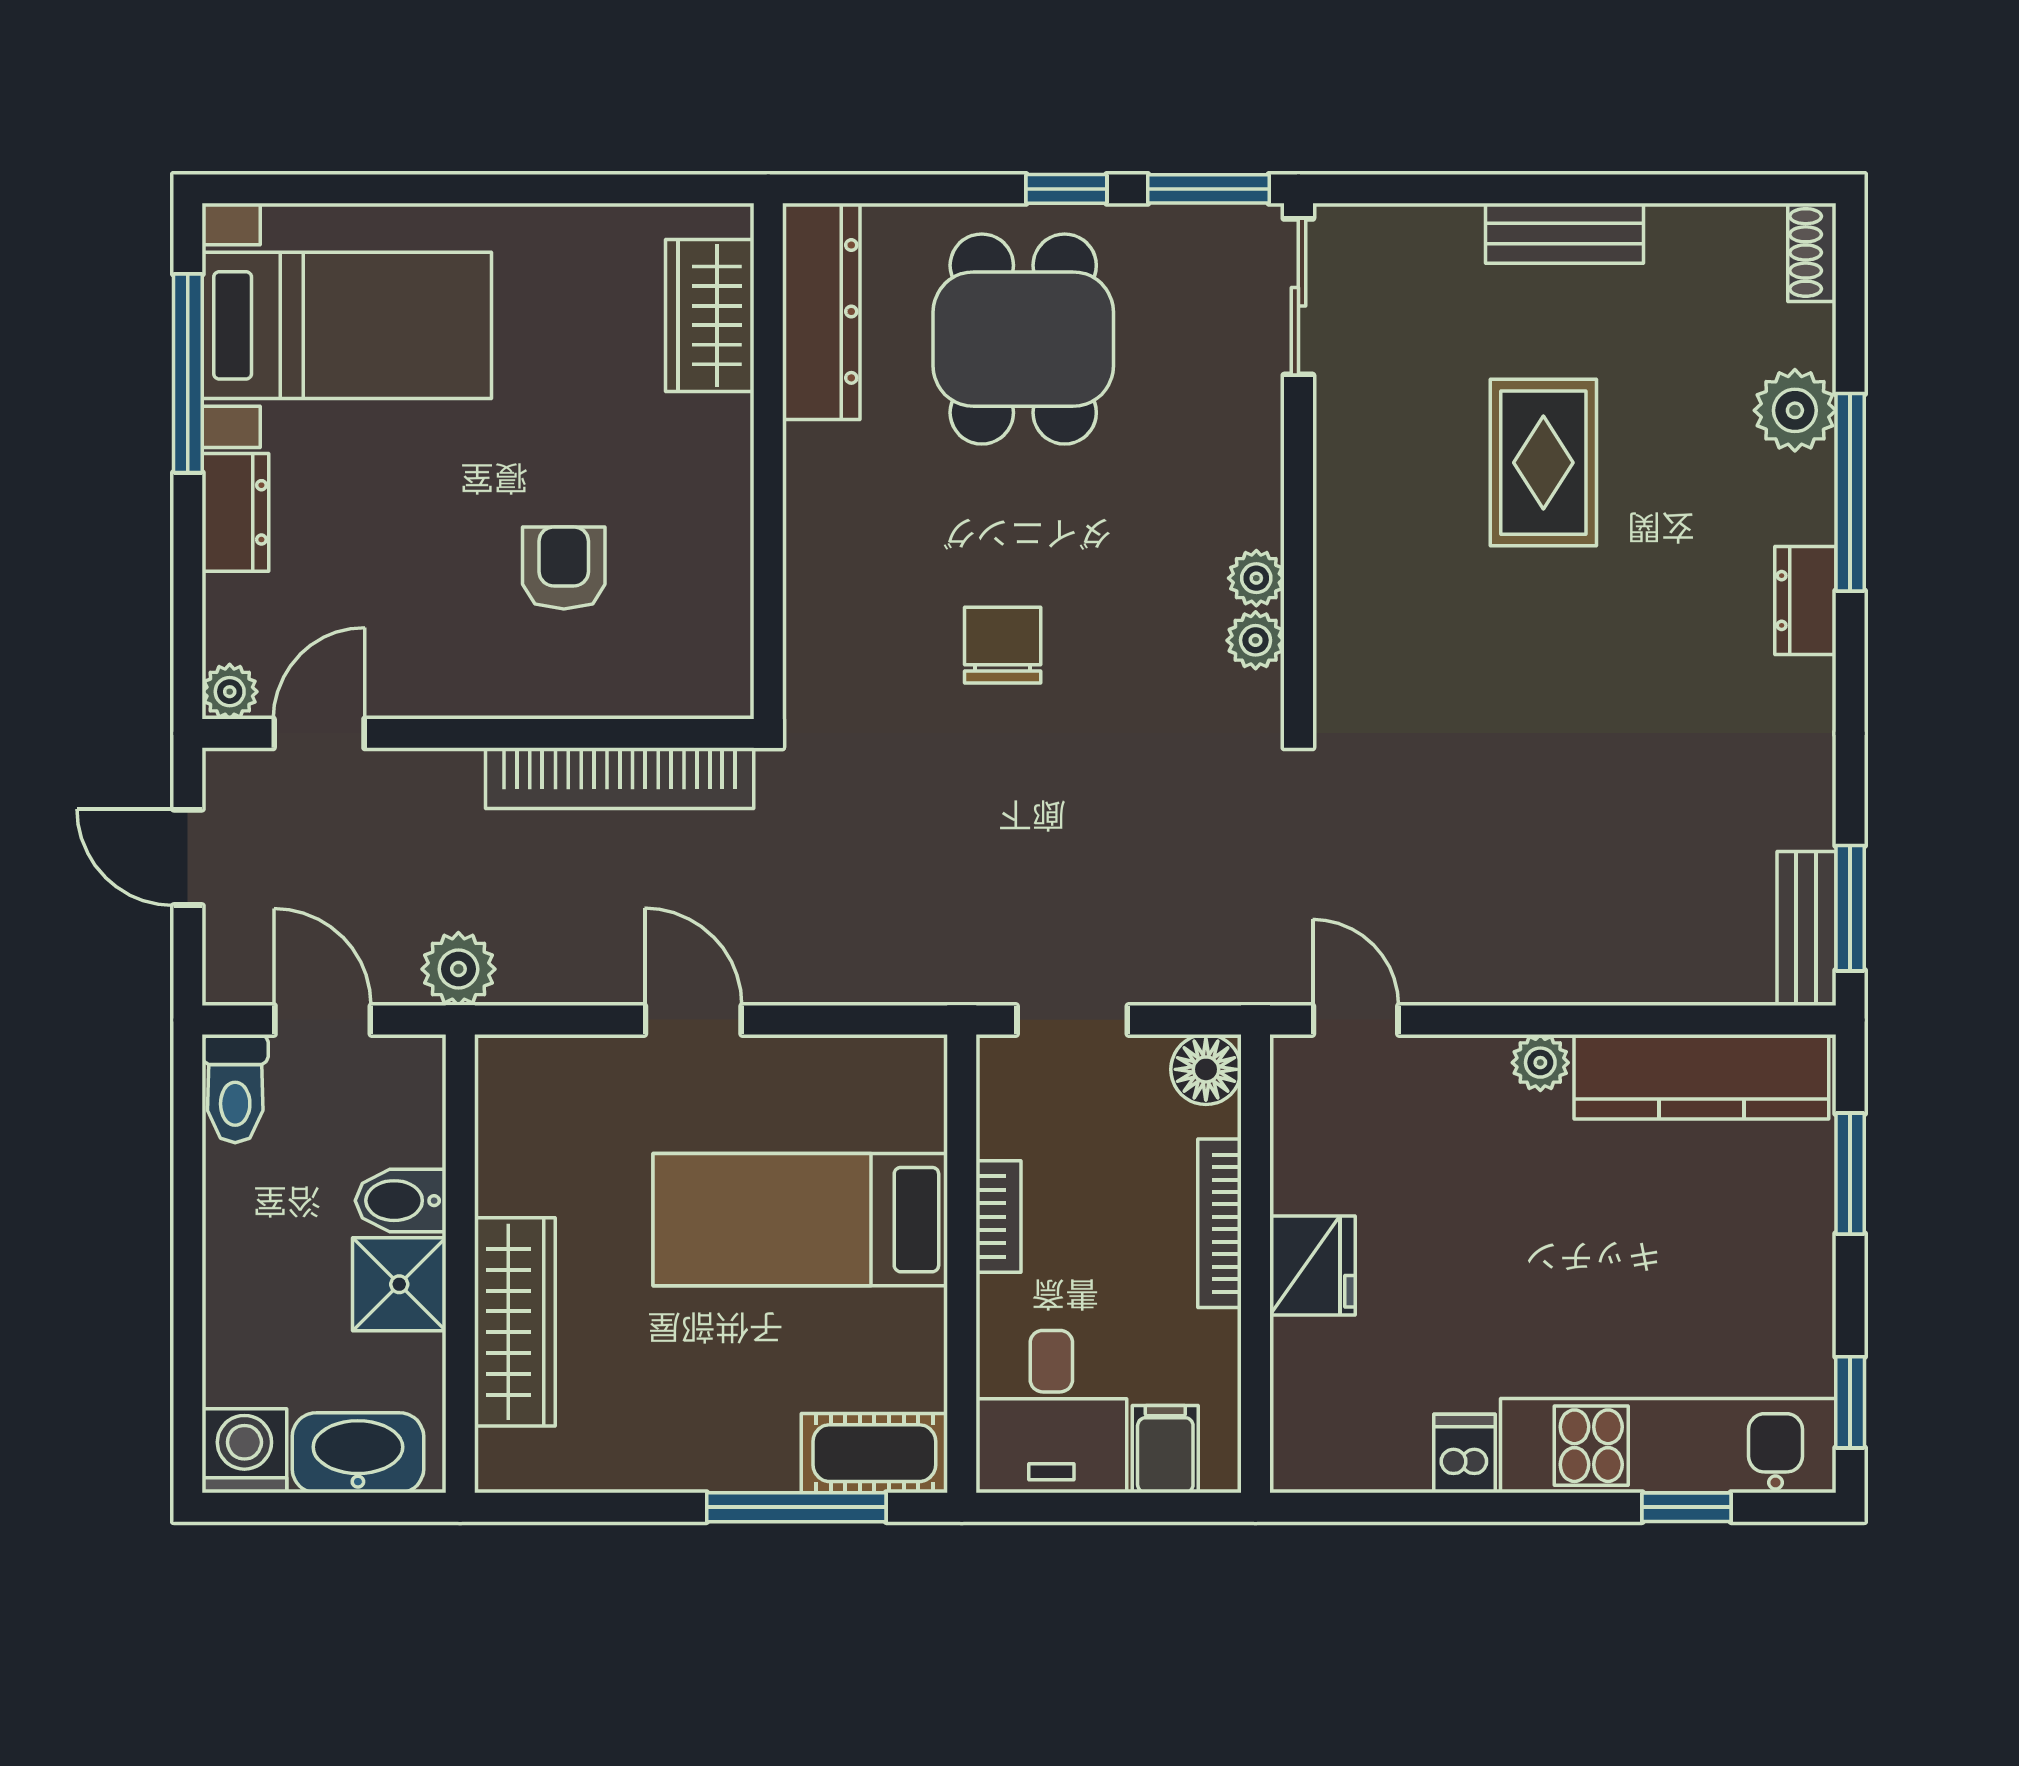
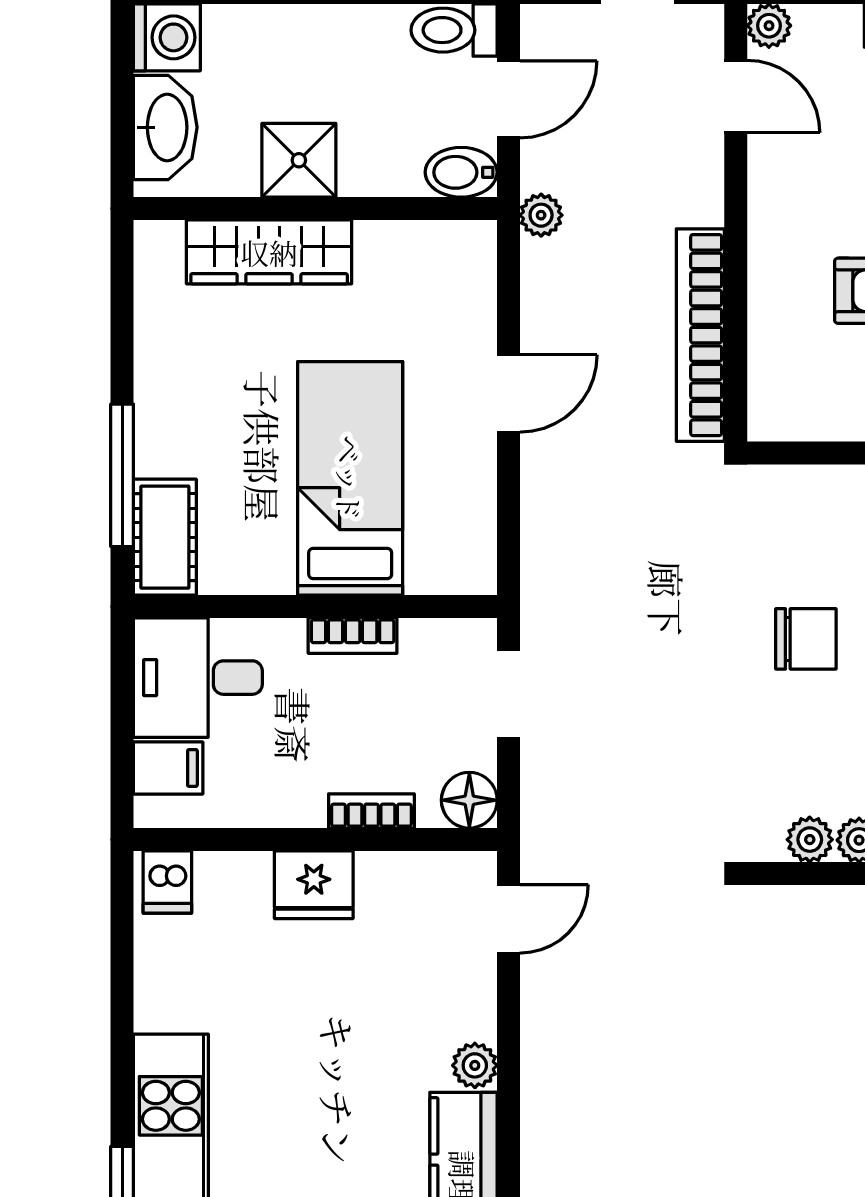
plant: (458, 969) -> (541, 215), width x0.73, depth x0.73
bidet: (400, 1201) -> (461, 172), moved, turned -90
bookcase: (1220, 1223) -> (371, 811), width x0.64
dishwasher: (1464, 1454) -> (167, 882), moved, turned 90

